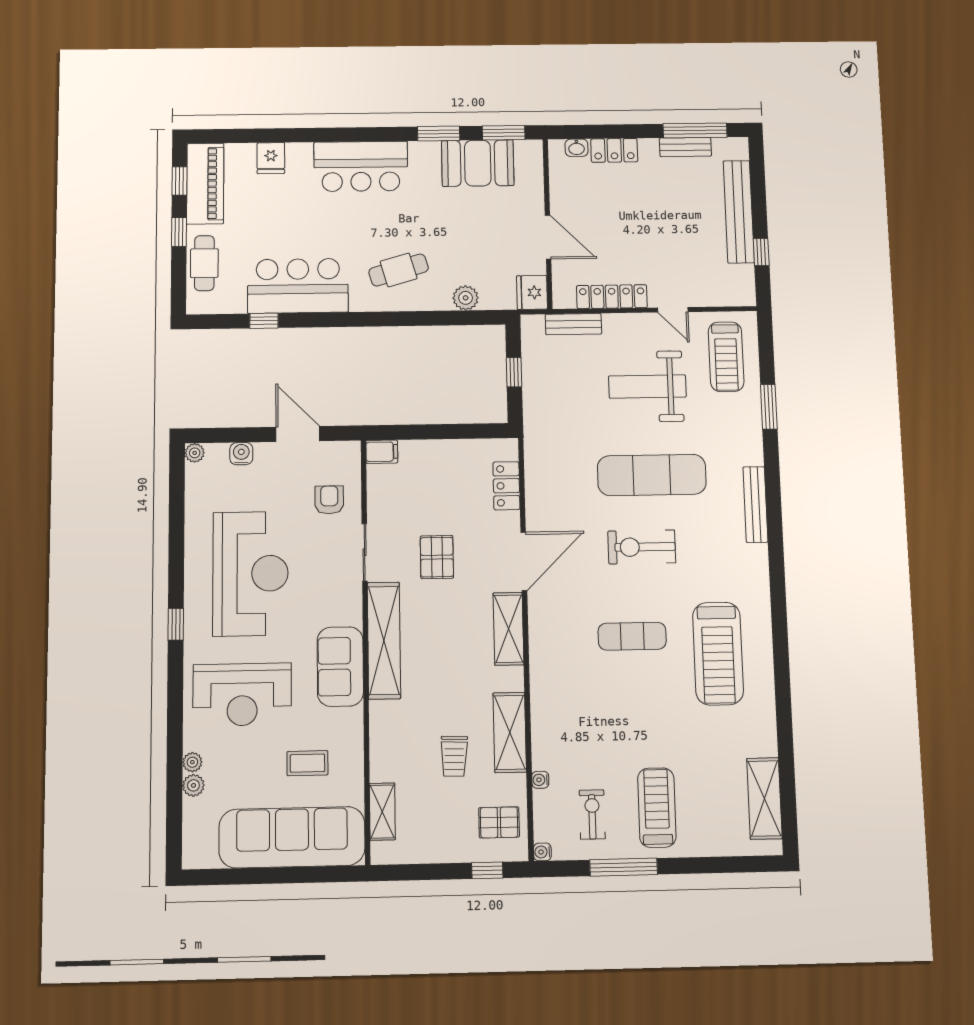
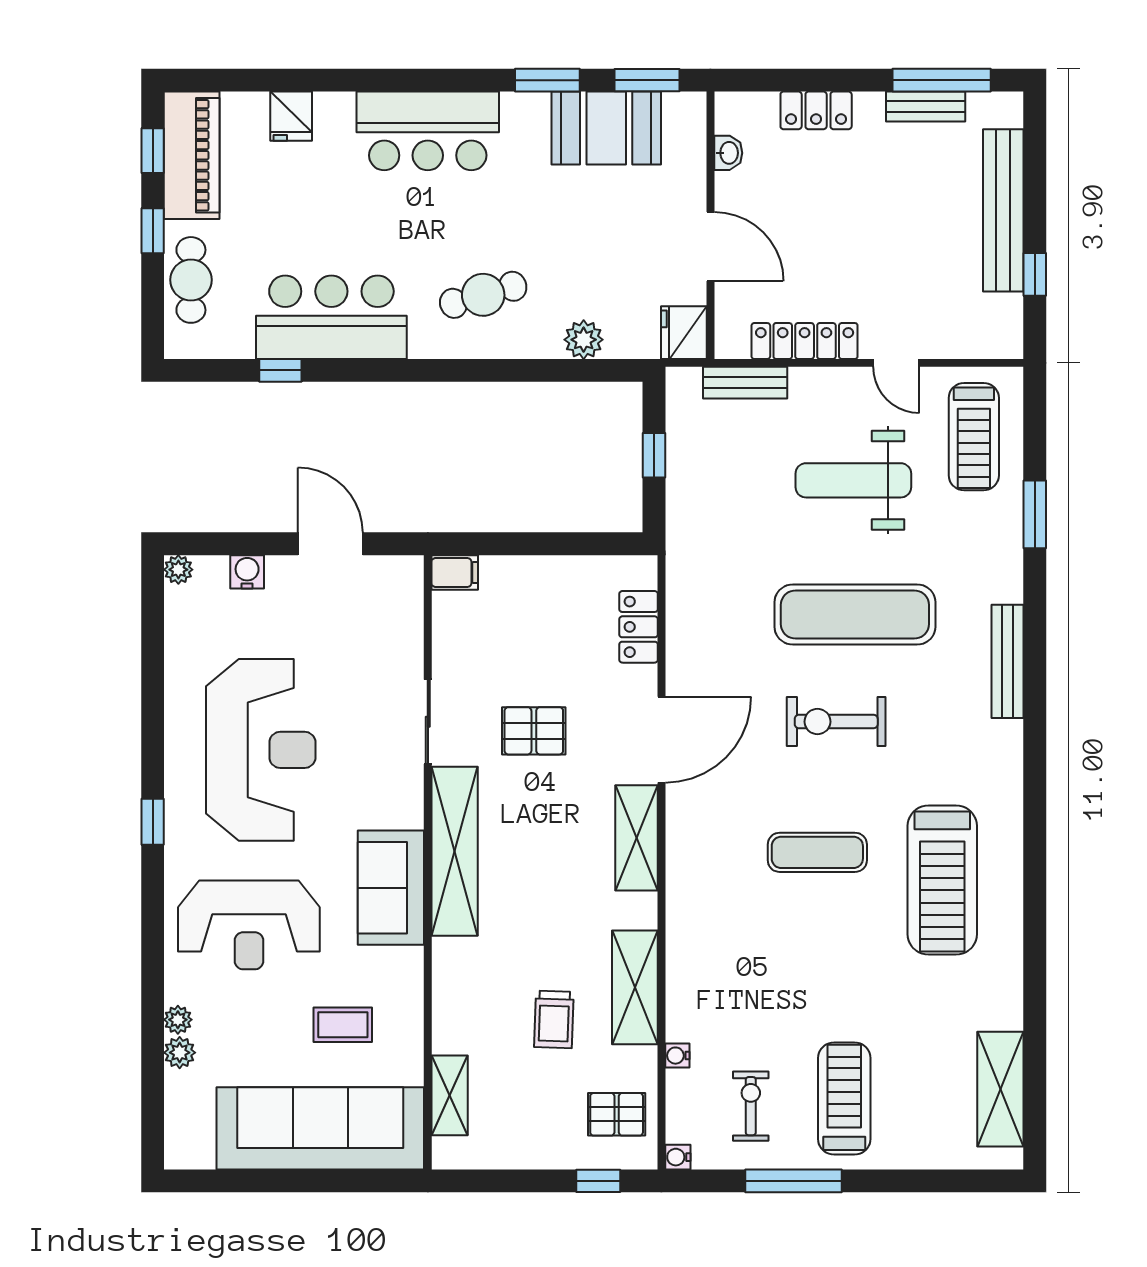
washbasin: (577, 148) -> (728, 153), moved, turned -90
armchair: (329, 500) -> (376, 643), removed
pallet: (437, 557) -> (534, 731), turned 90

